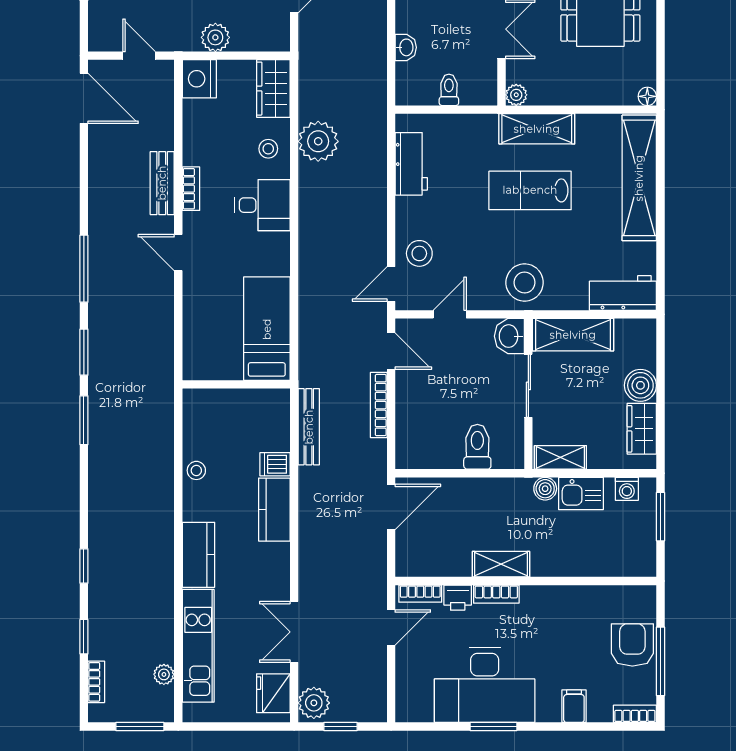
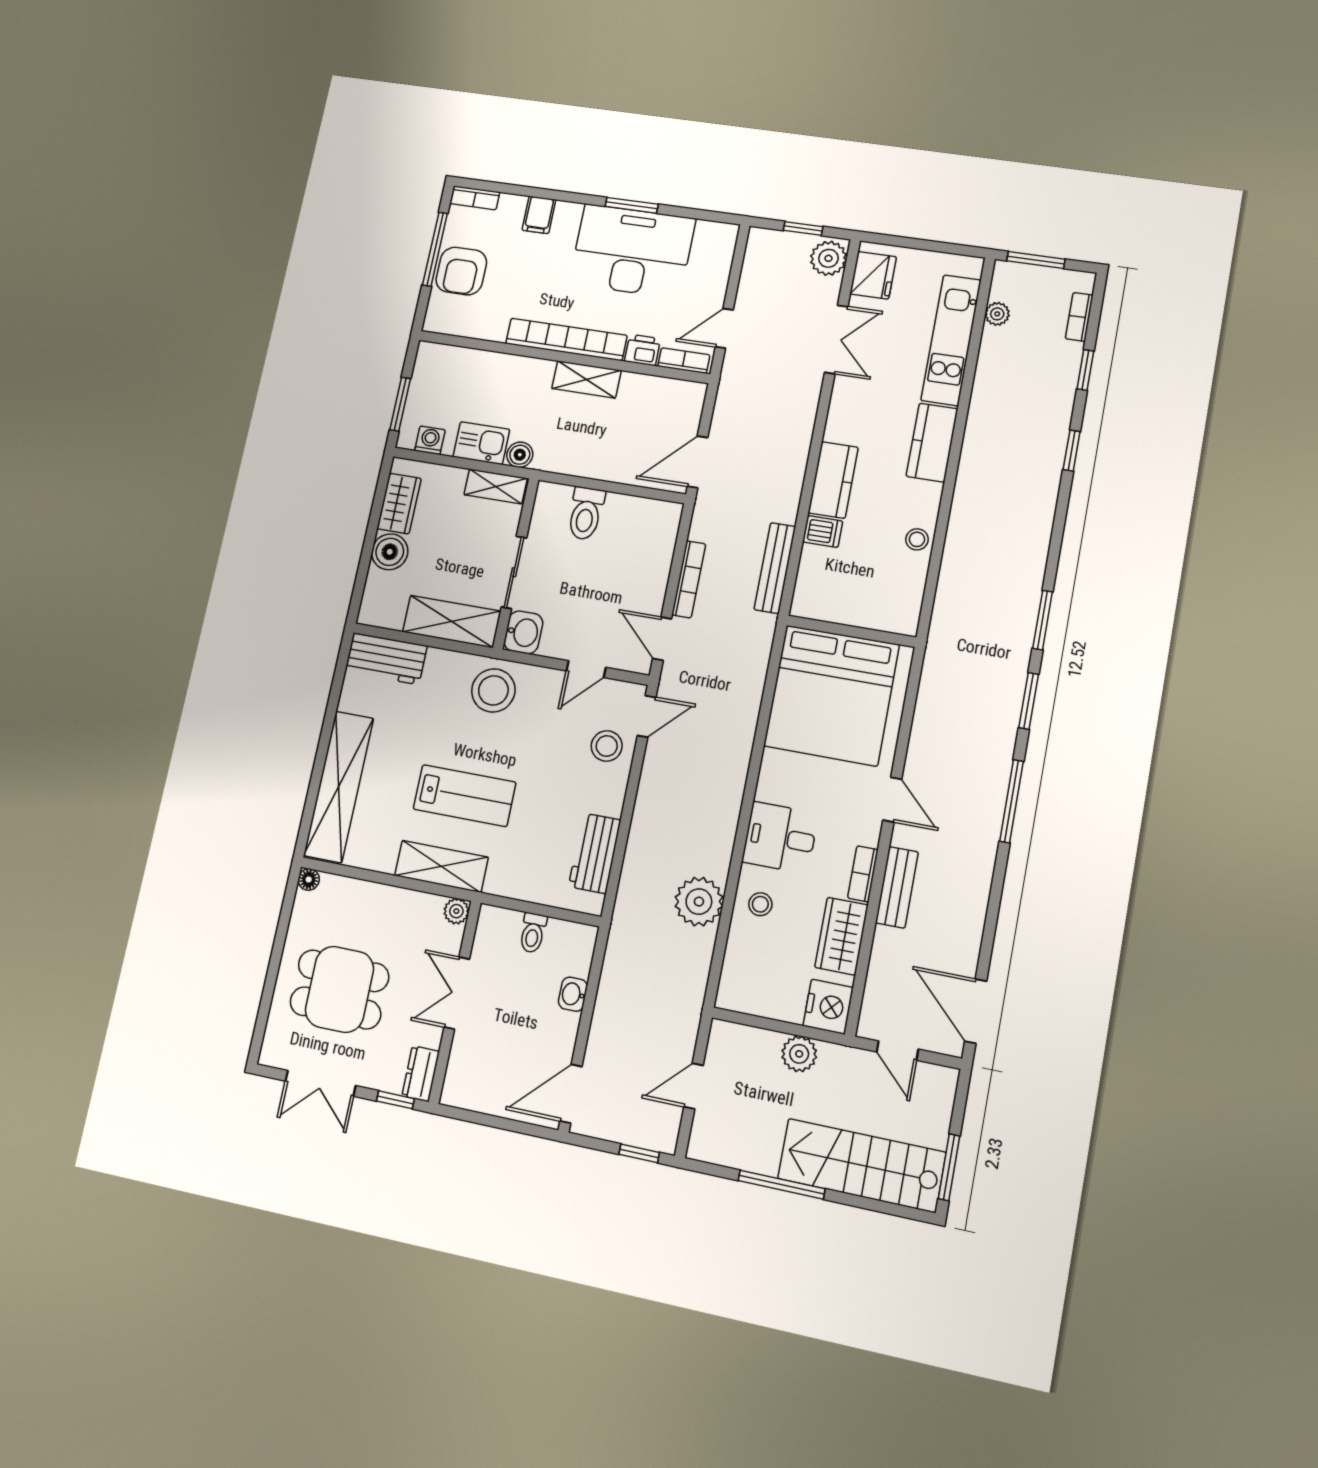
wardrobe: (273, 89) -> (841, 936), moved, turned 180
bed: (267, 329) -> (831, 695), width x2.04
bookcase: (496, 594) -> (566, 339), width x2.31, depth x1.31

